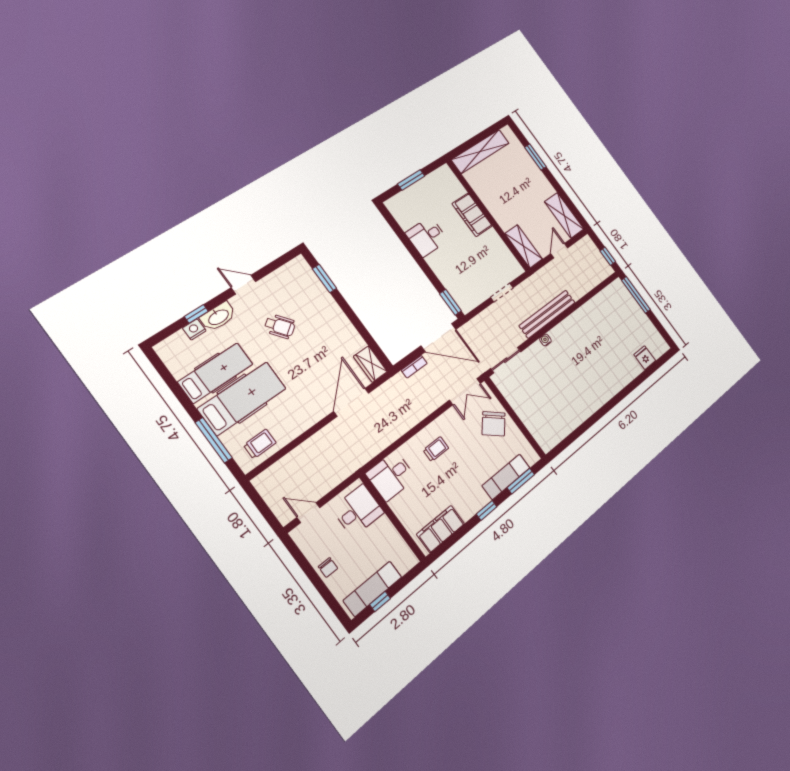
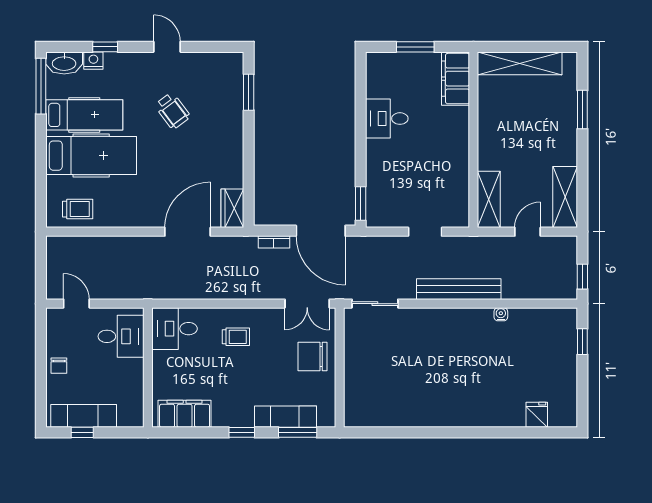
filing cabinet: (472, 215) -> (456, 79), moved
window: (636, 295) -> (582, 342), width x0.46
washbasin: (218, 317) -> (64, 63), moved
water cooler: (545, 340) -> (501, 314), moved
chair: (494, 424) -> (313, 357), turned 50
window: (214, 440) -> (41, 86), moved

